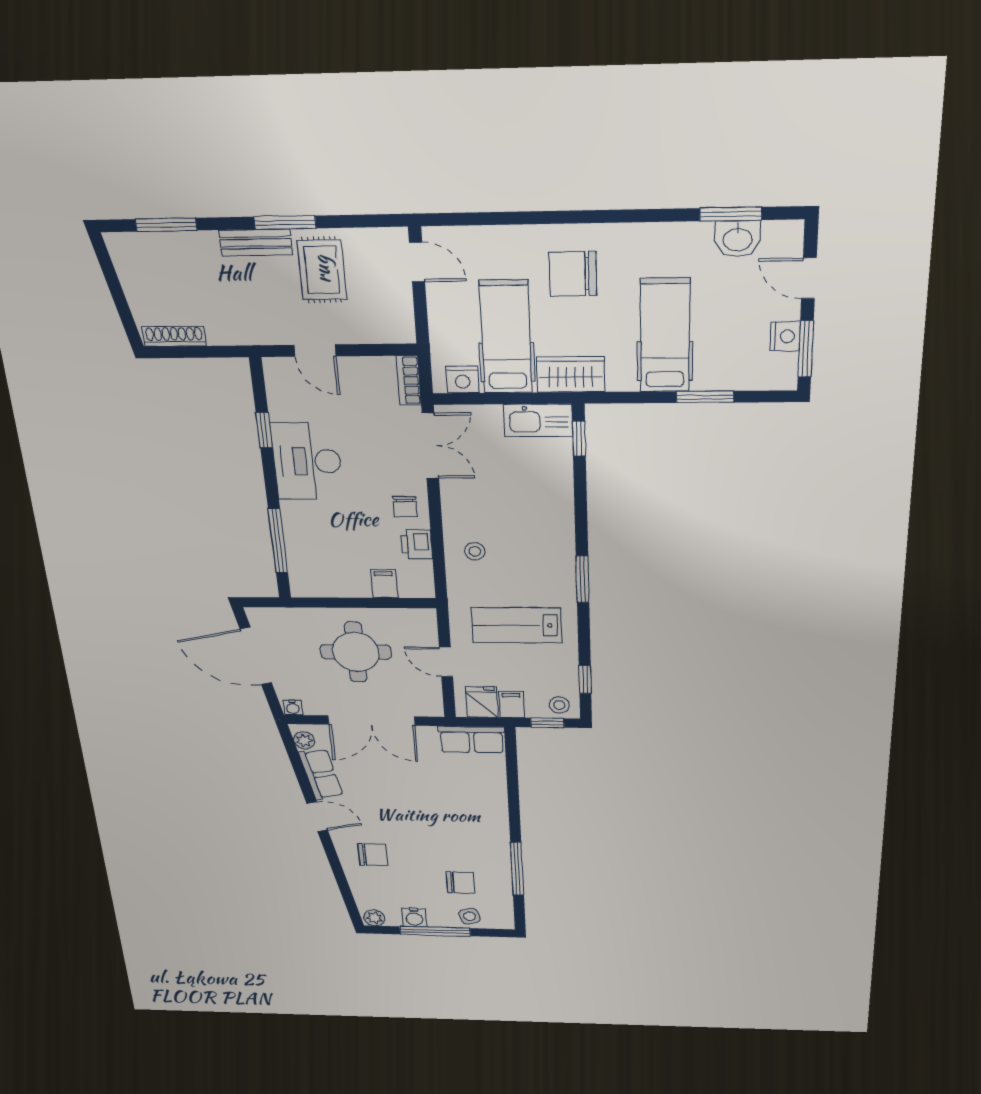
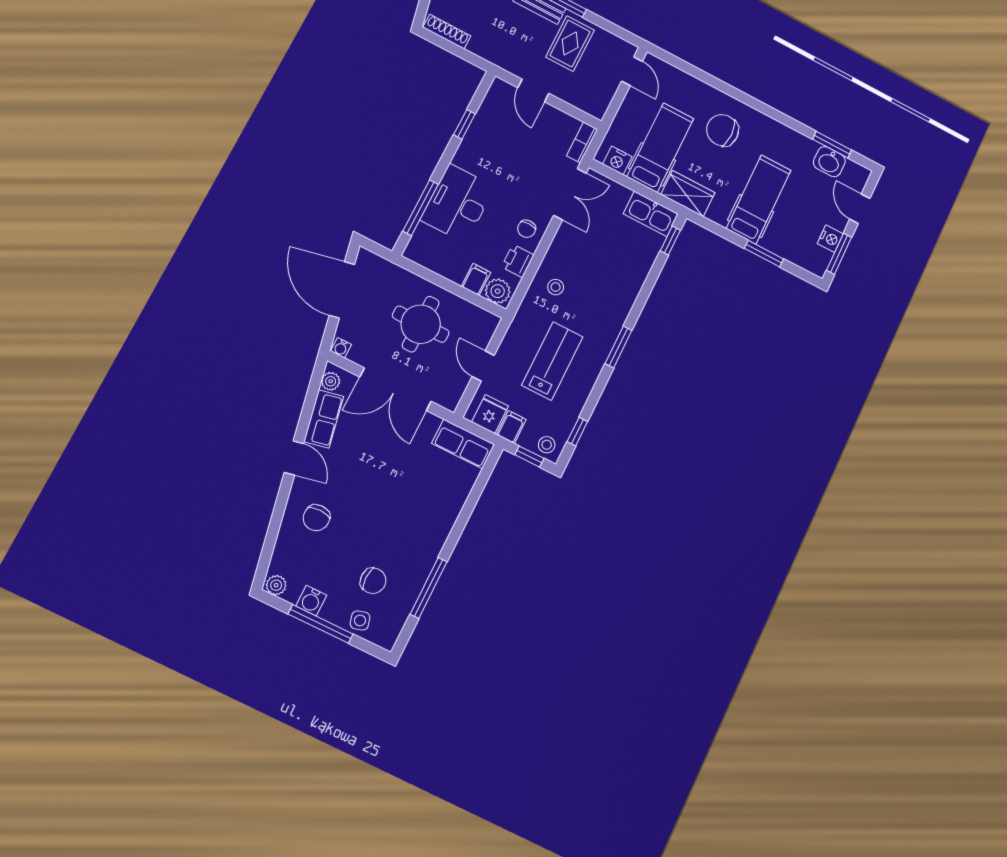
desk: (307, 461) -> (458, 203), moved
plant: (414, 584) -> (498, 291), added
lab bench: (517, 625) -> (552, 361), turned 90
chair: (373, 855) -> (316, 518), turned 90

